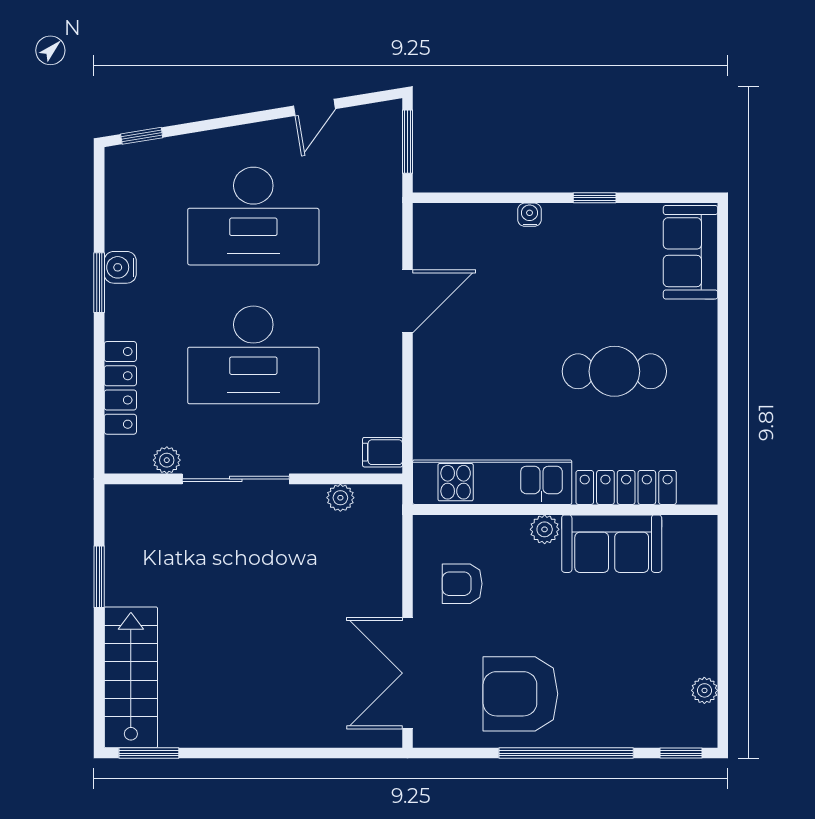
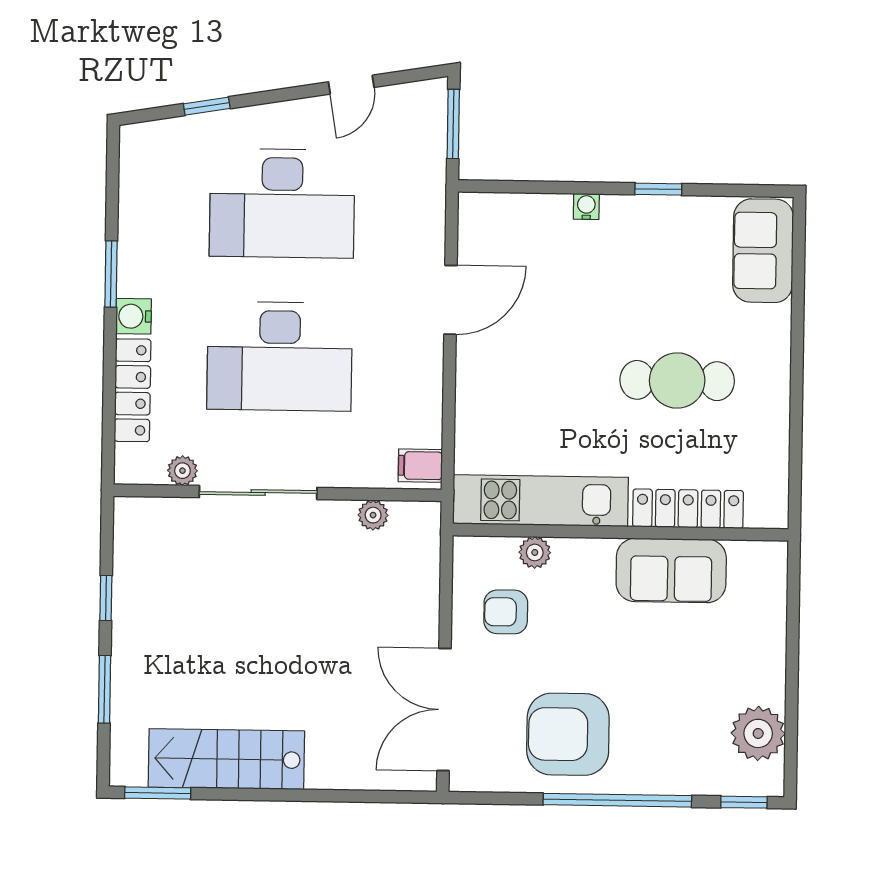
window: (142, 136) -> (207, 106), moved
water cooler: (120, 267) -> (134, 316), moved
plant: (545, 529) -> (535, 552), moved
window: (99, 577) -> (106, 598), width x0.67
window: (99, 660) -> (104, 689), added
stairs: (131, 677) -> (226, 759), moved, turned -90
plant: (704, 690) -> (758, 733), width x1.88, depth x1.88

